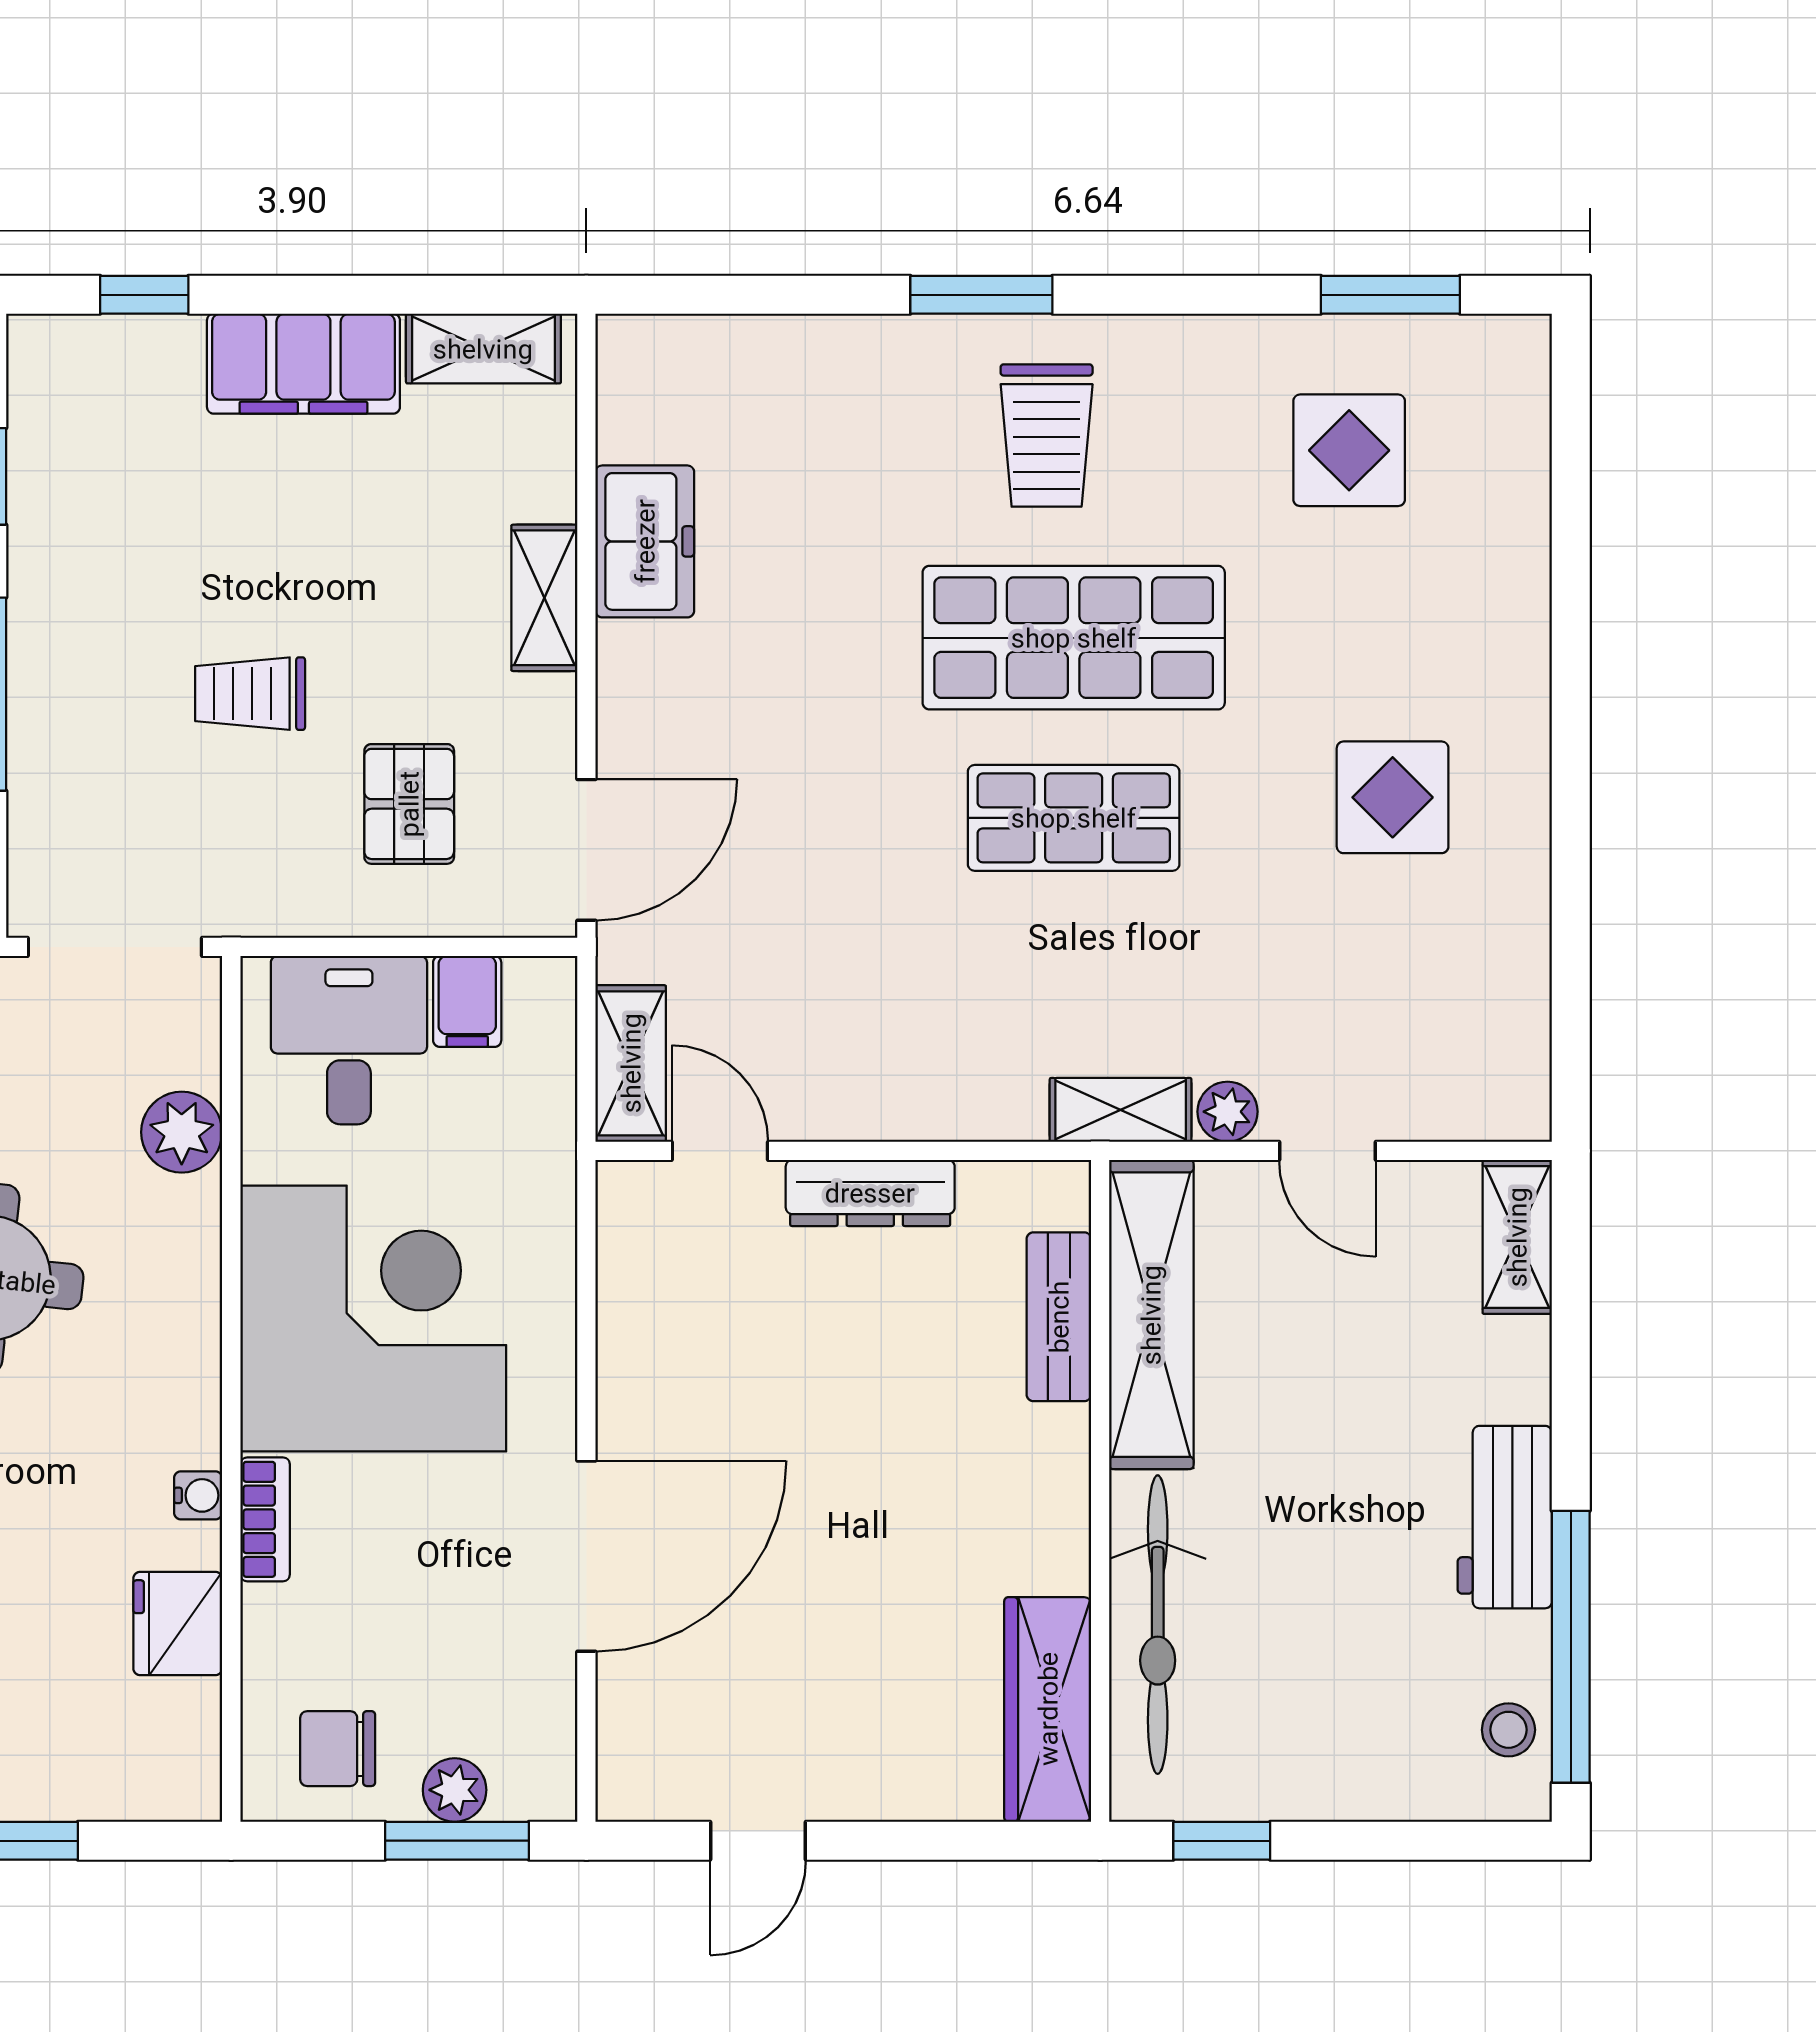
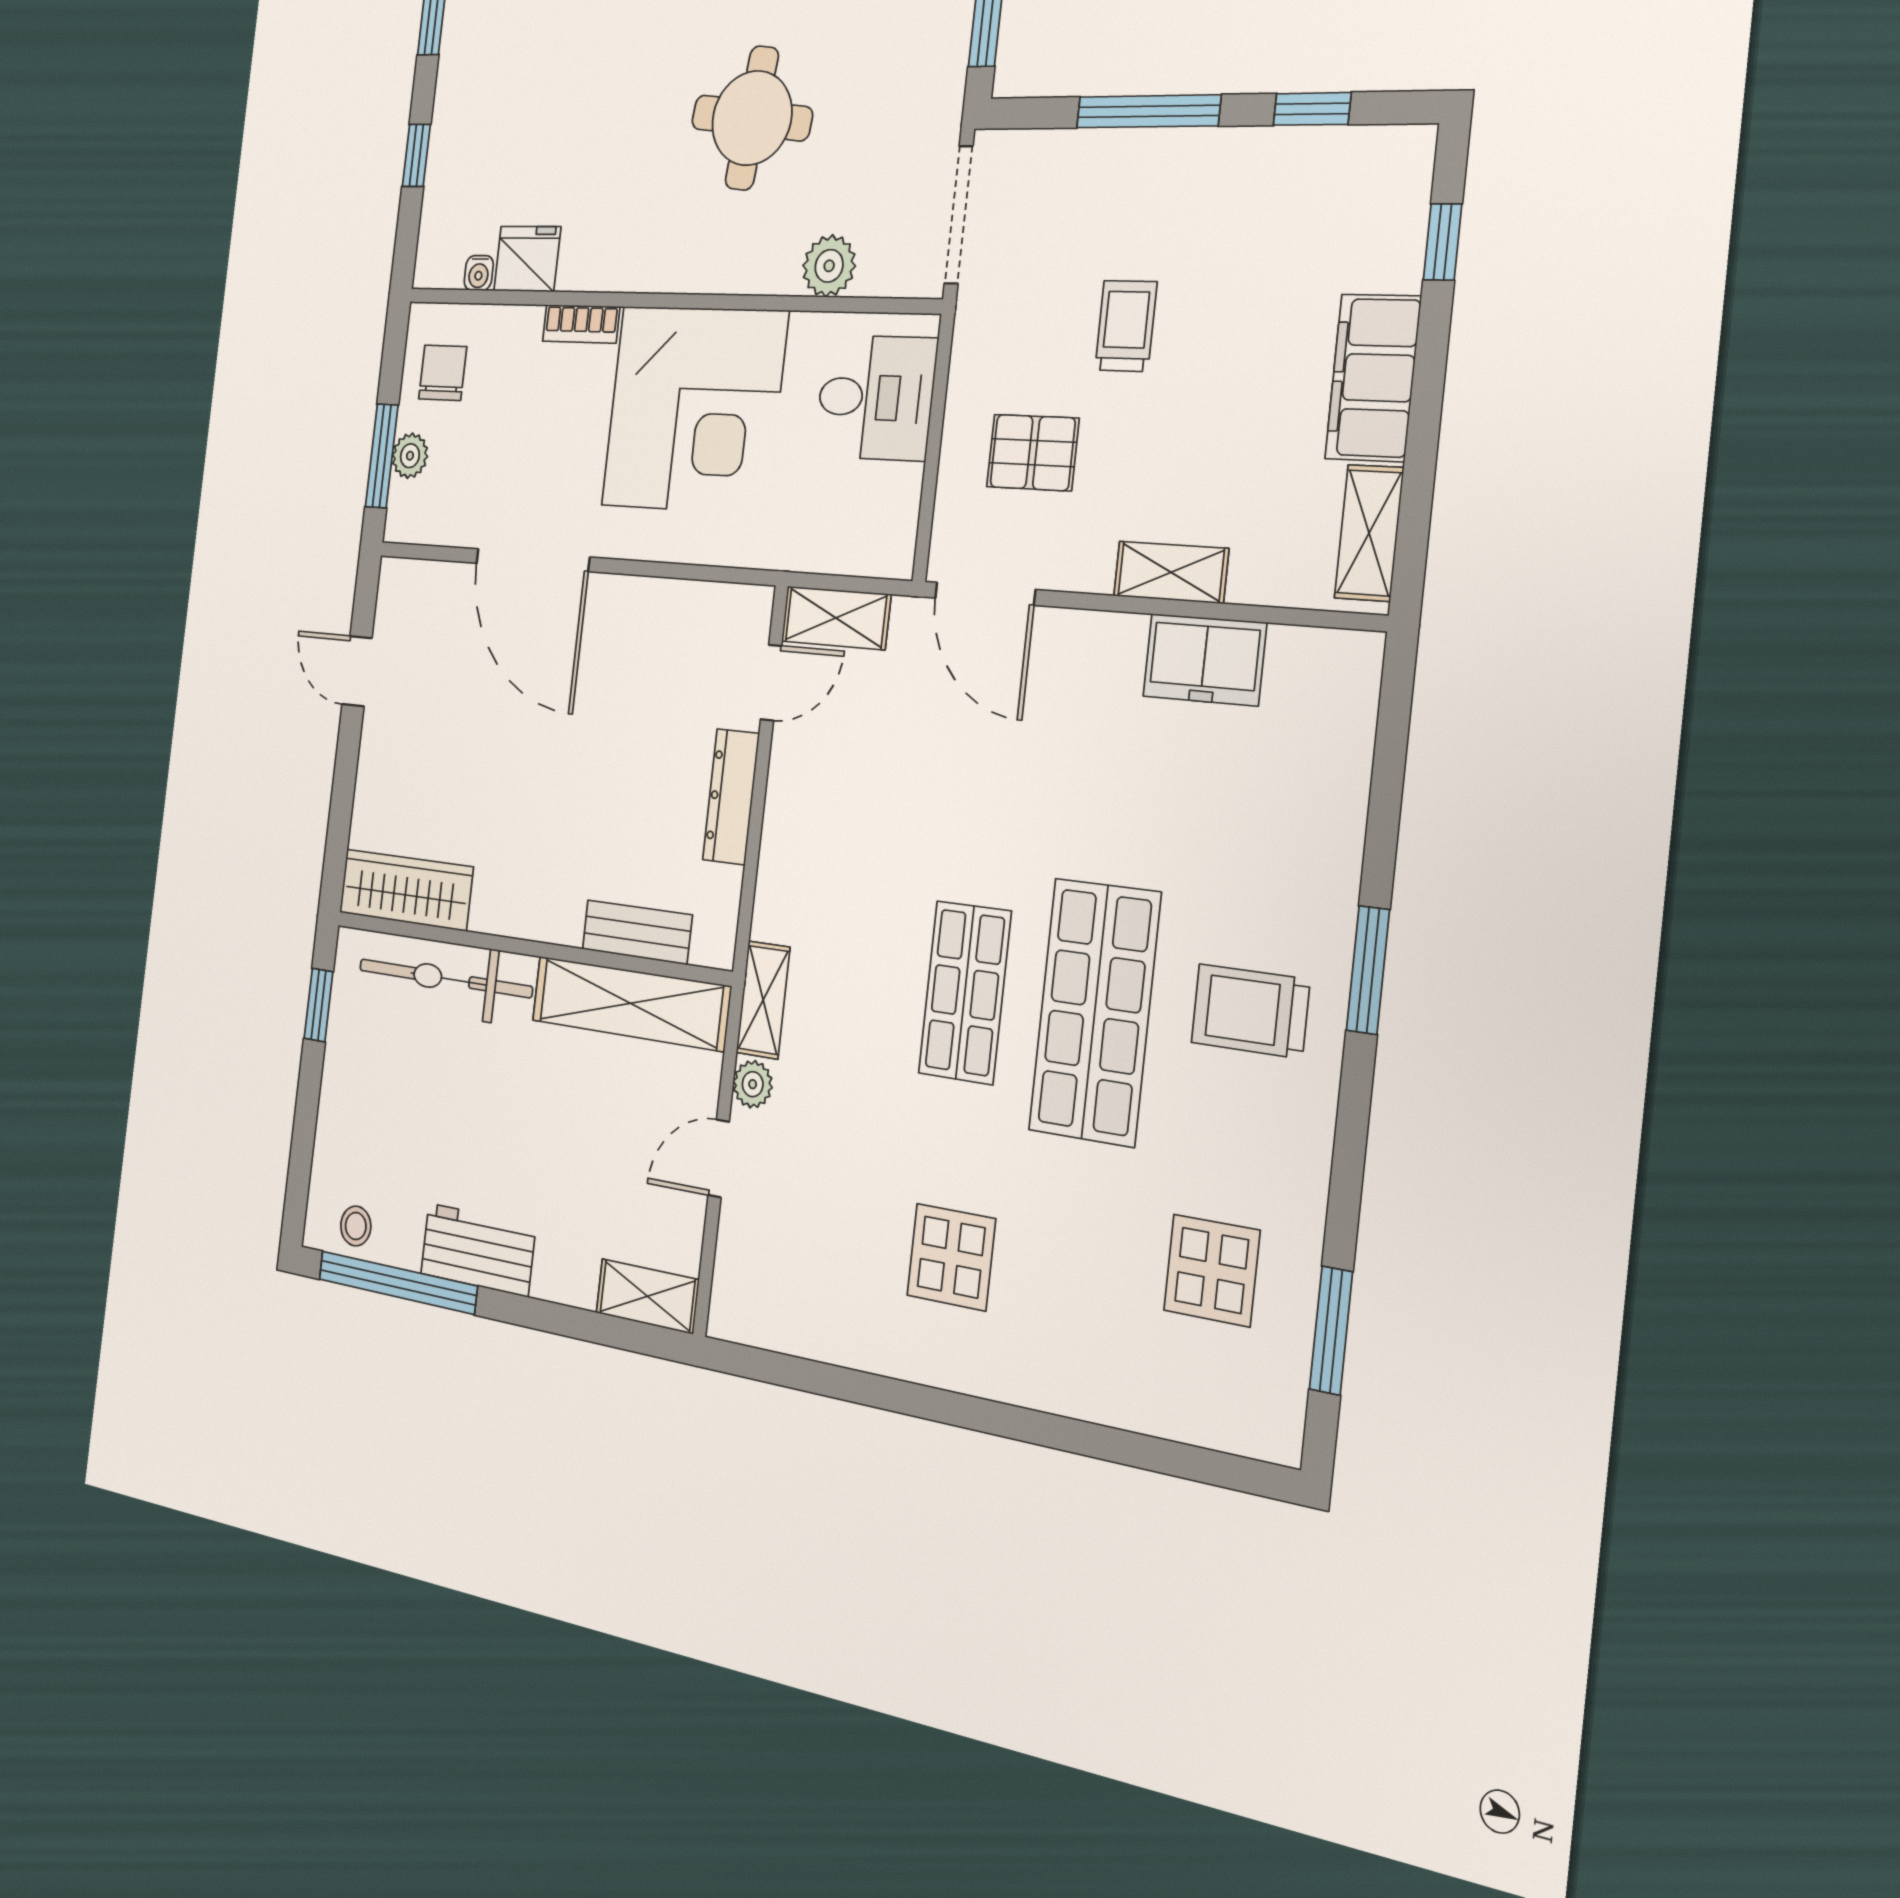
filing cabinet: (467, 1001) -> (891, 492), removed
water cooler: (198, 1495) -> (479, 273), moved

